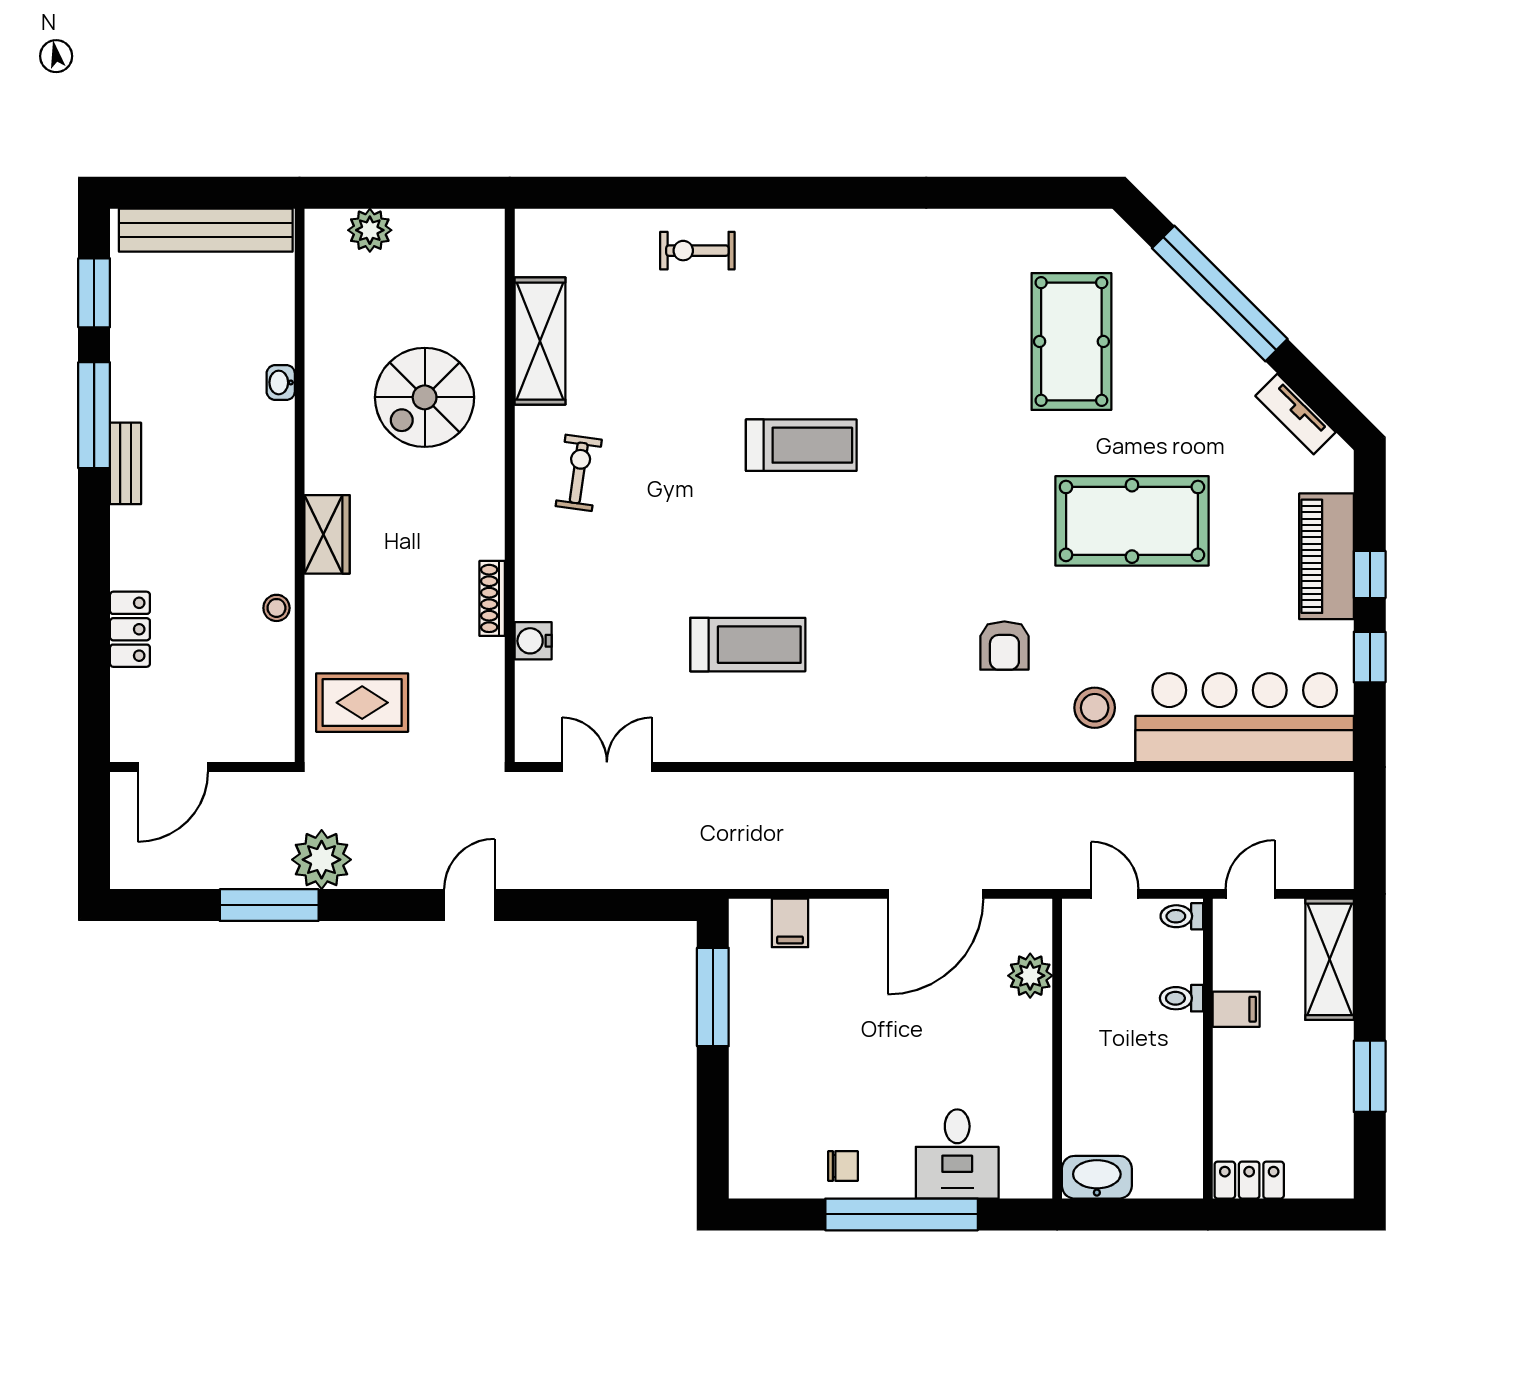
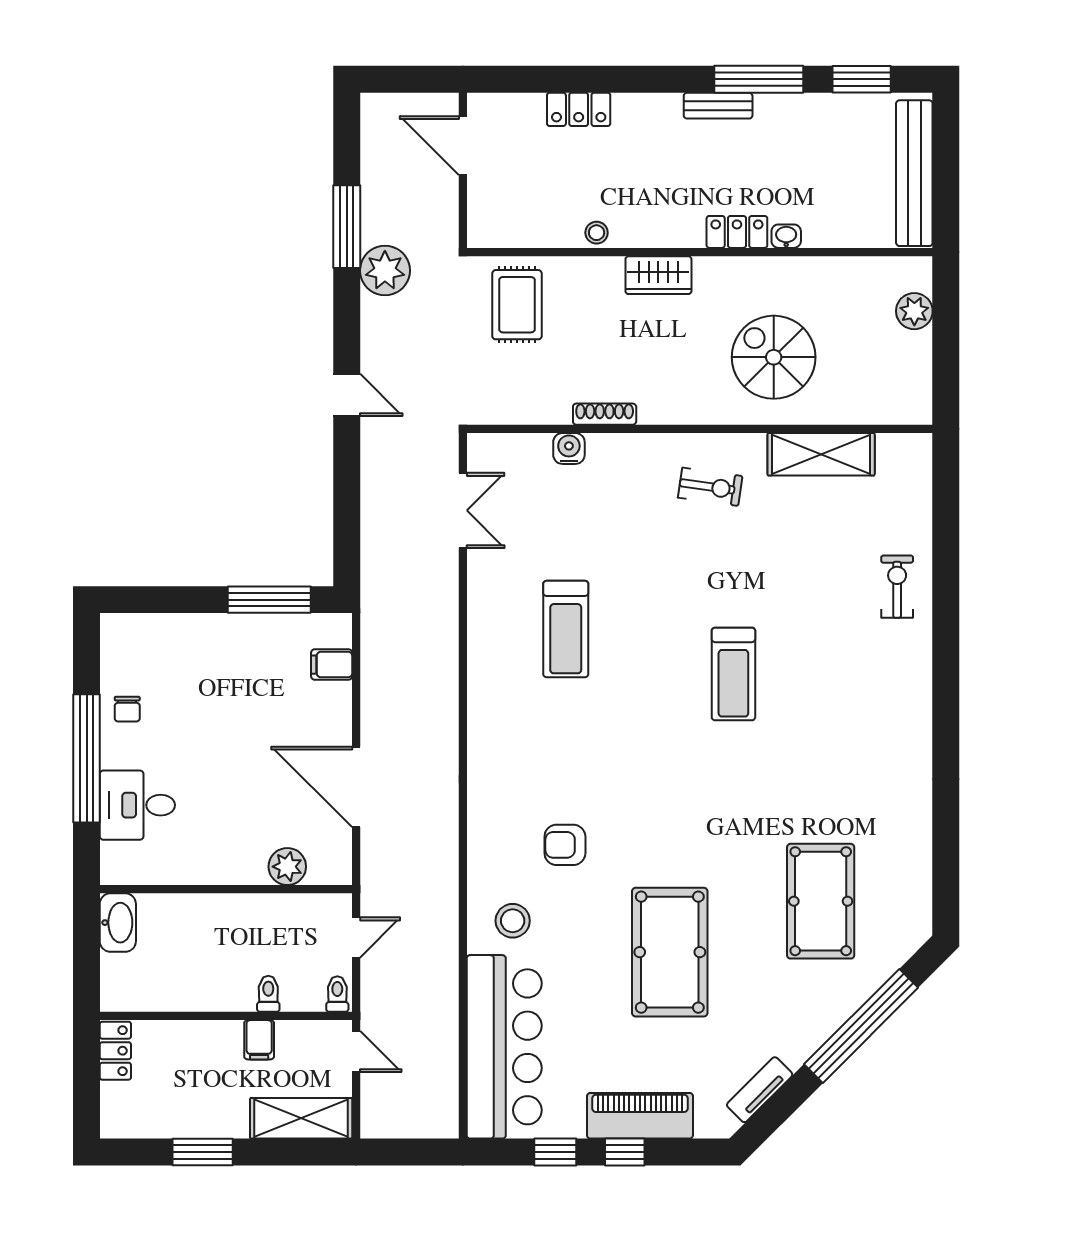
pool table: (1071, 341) -> (821, 901), turned 90
locker: (276, 441) -> (737, 232), added

